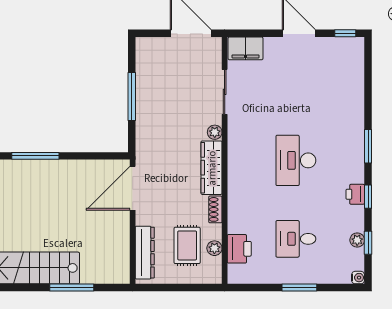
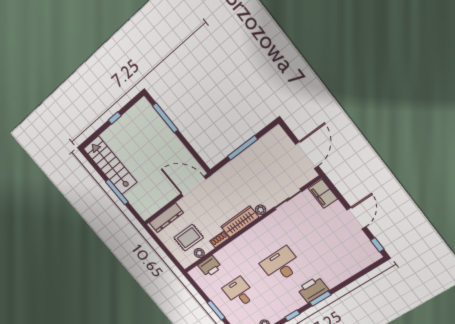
printer: (355, 194) -> (313, 289), moved, width x1.87, depth x1.48

